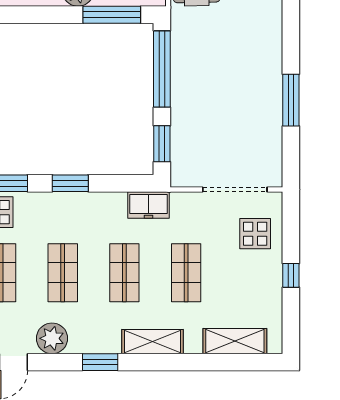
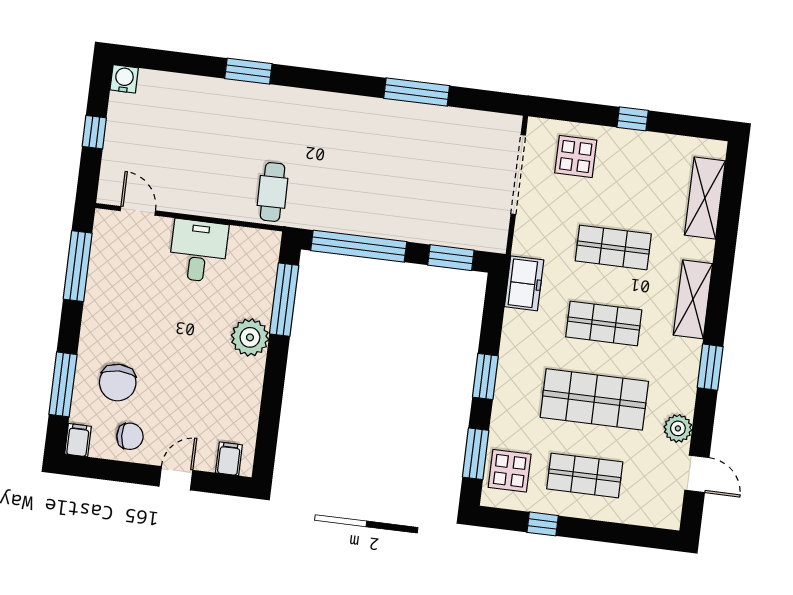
shop shelf: (63, 273) -> (594, 399), width x1.43, depth x1.36
plant: (52, 338) -> (678, 428), width x0.73, depth x0.73

